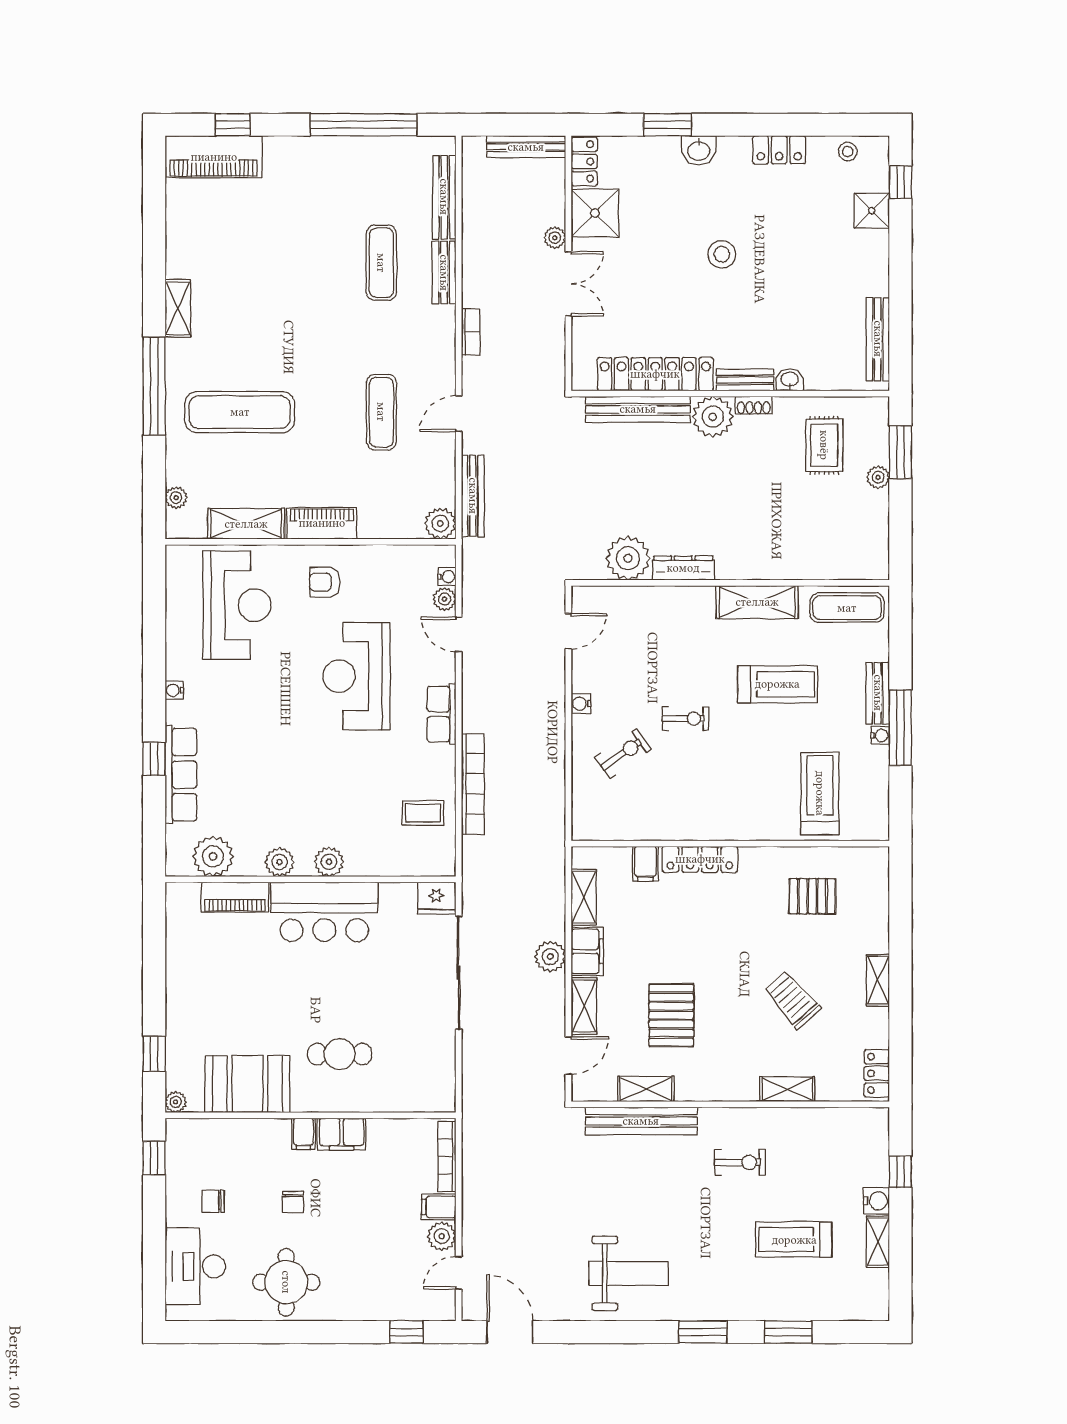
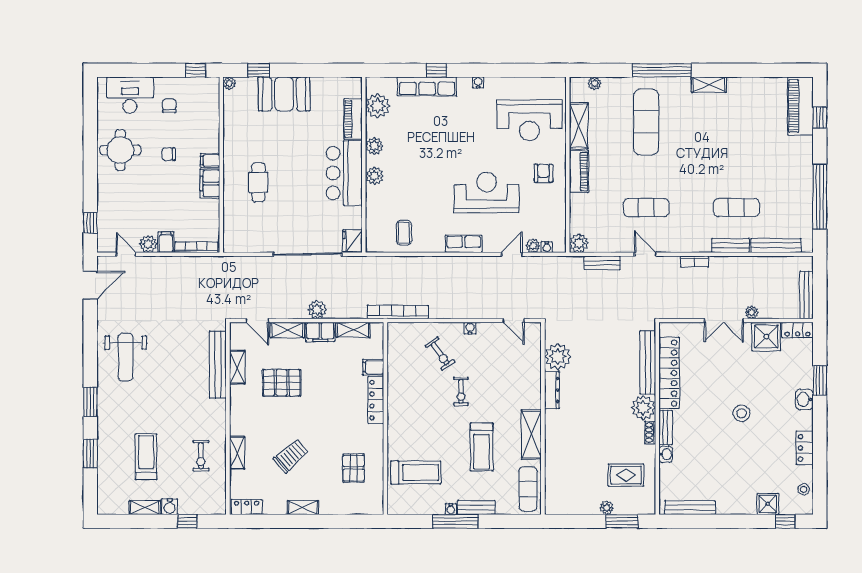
bench: (473, 496) -> (602, 263), width x0.73
bookcase: (473, 784) -> (398, 312), moved, turned 180
booth: (247, 1084) -> (284, 94), moved, turned 90
exercise bike: (740, 1162) -> (201, 456), moved

